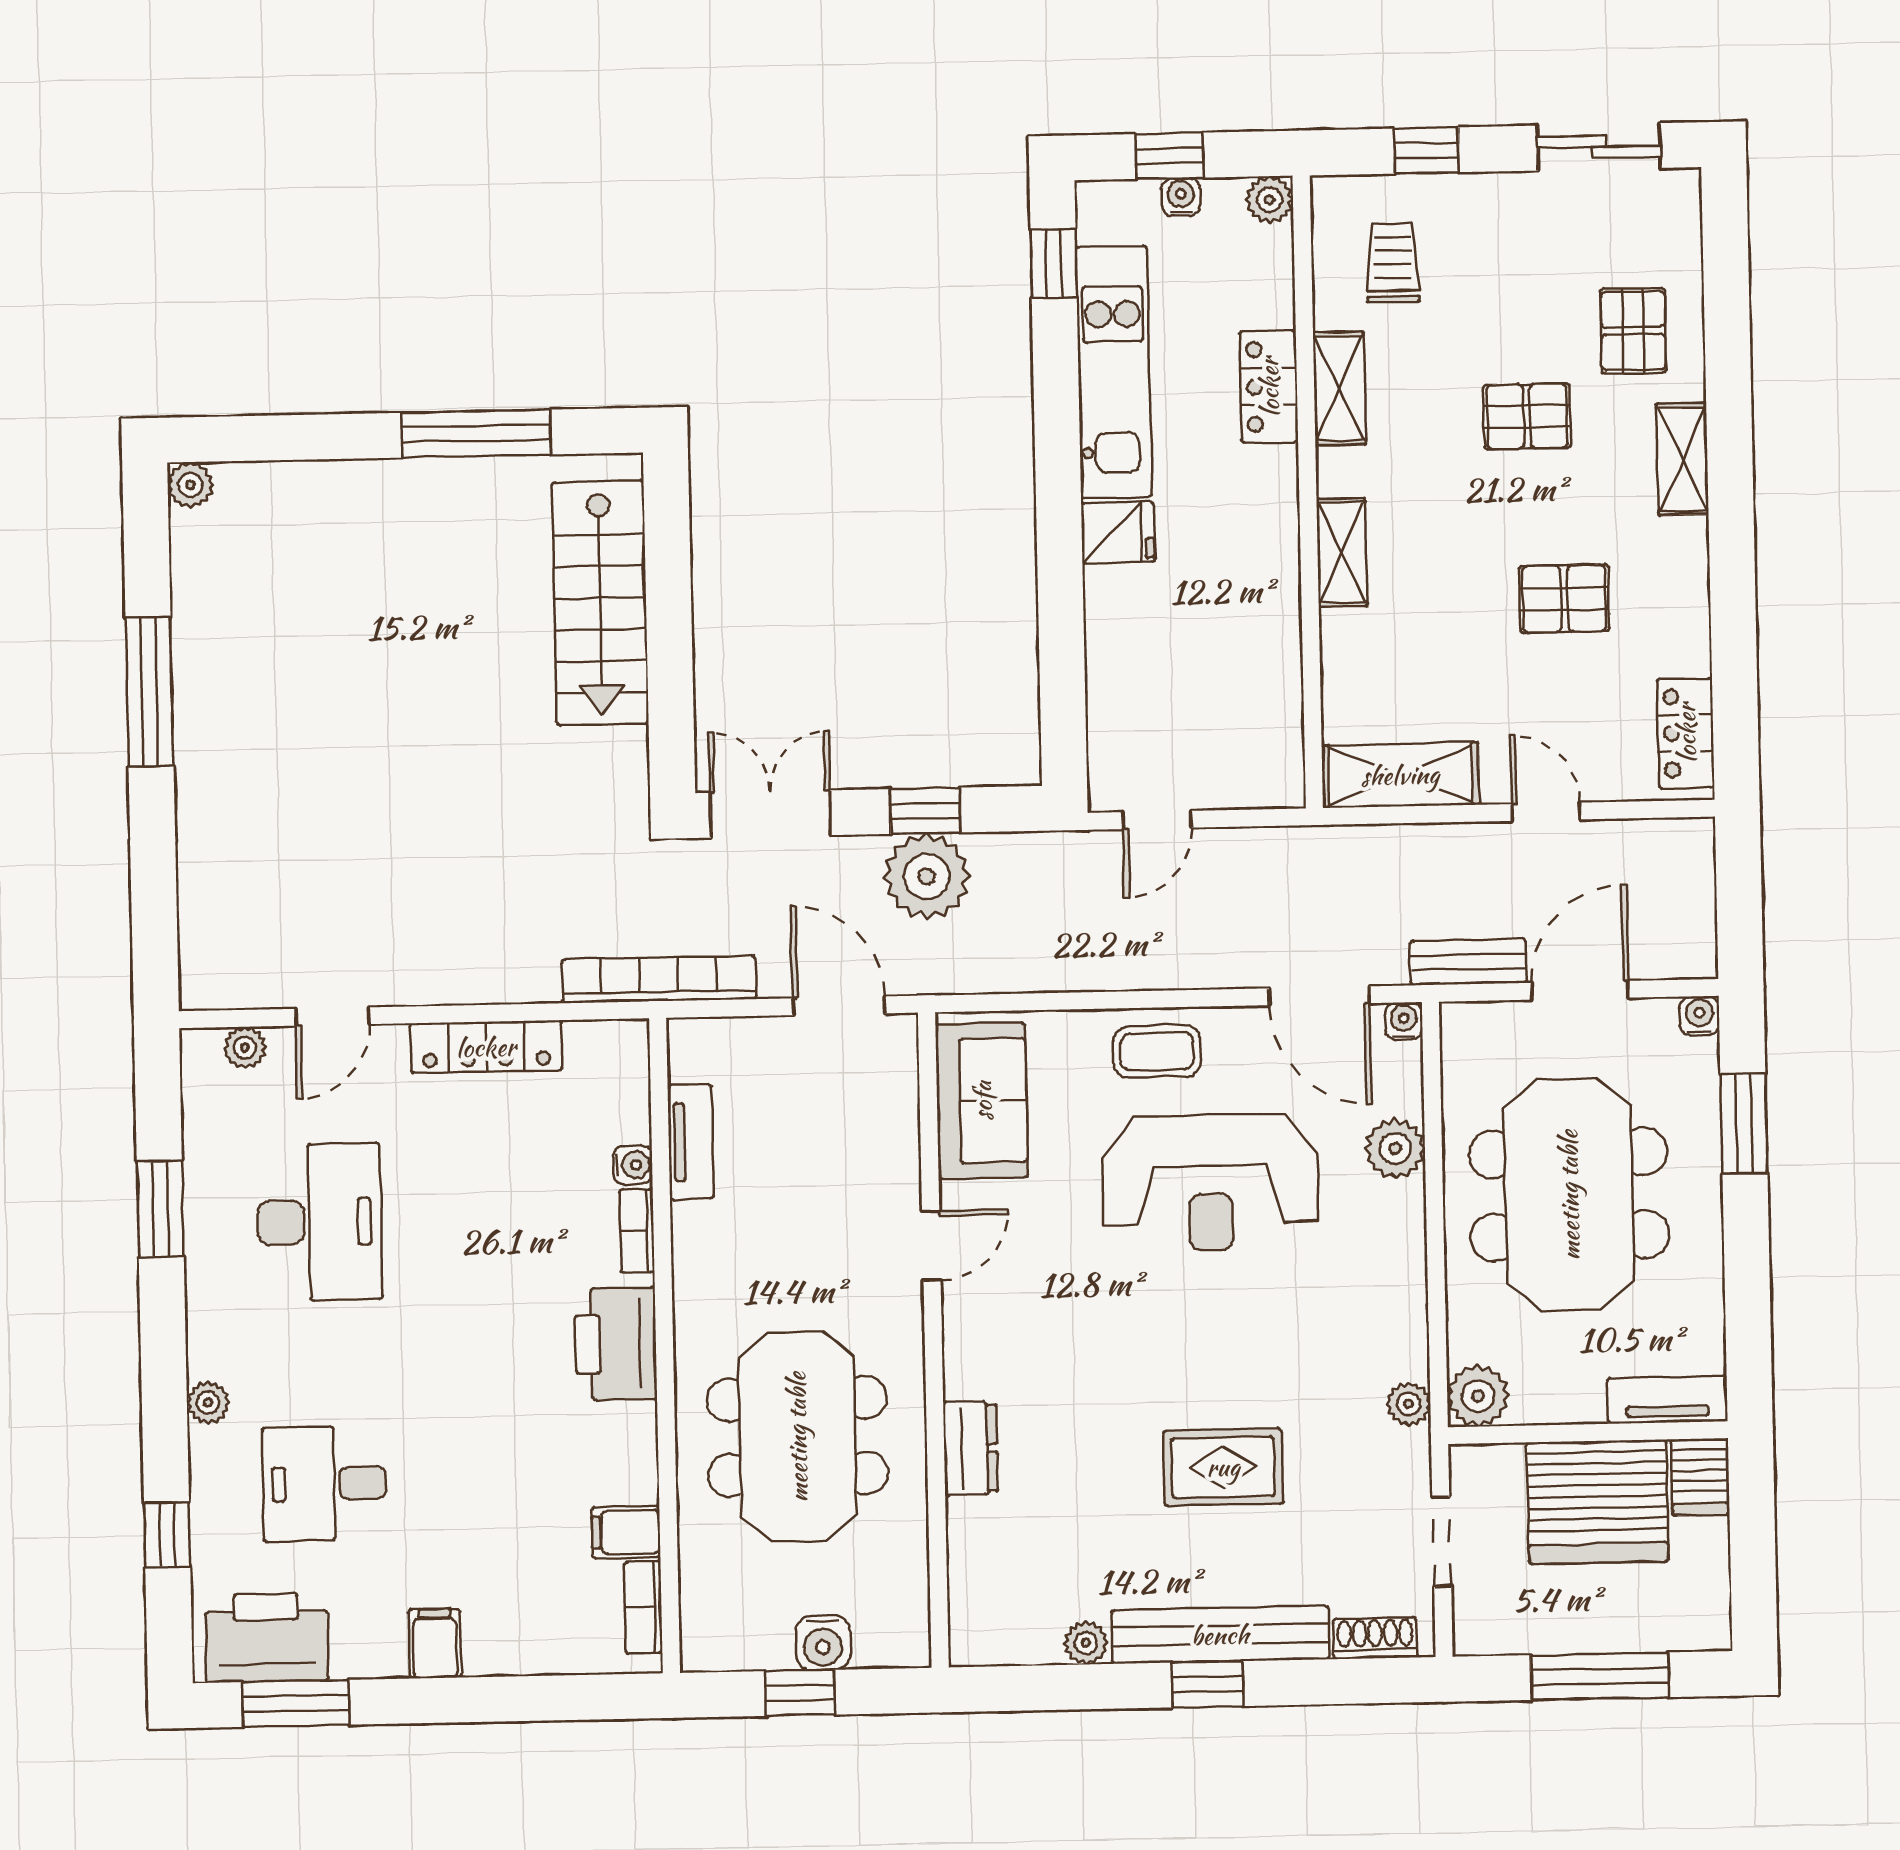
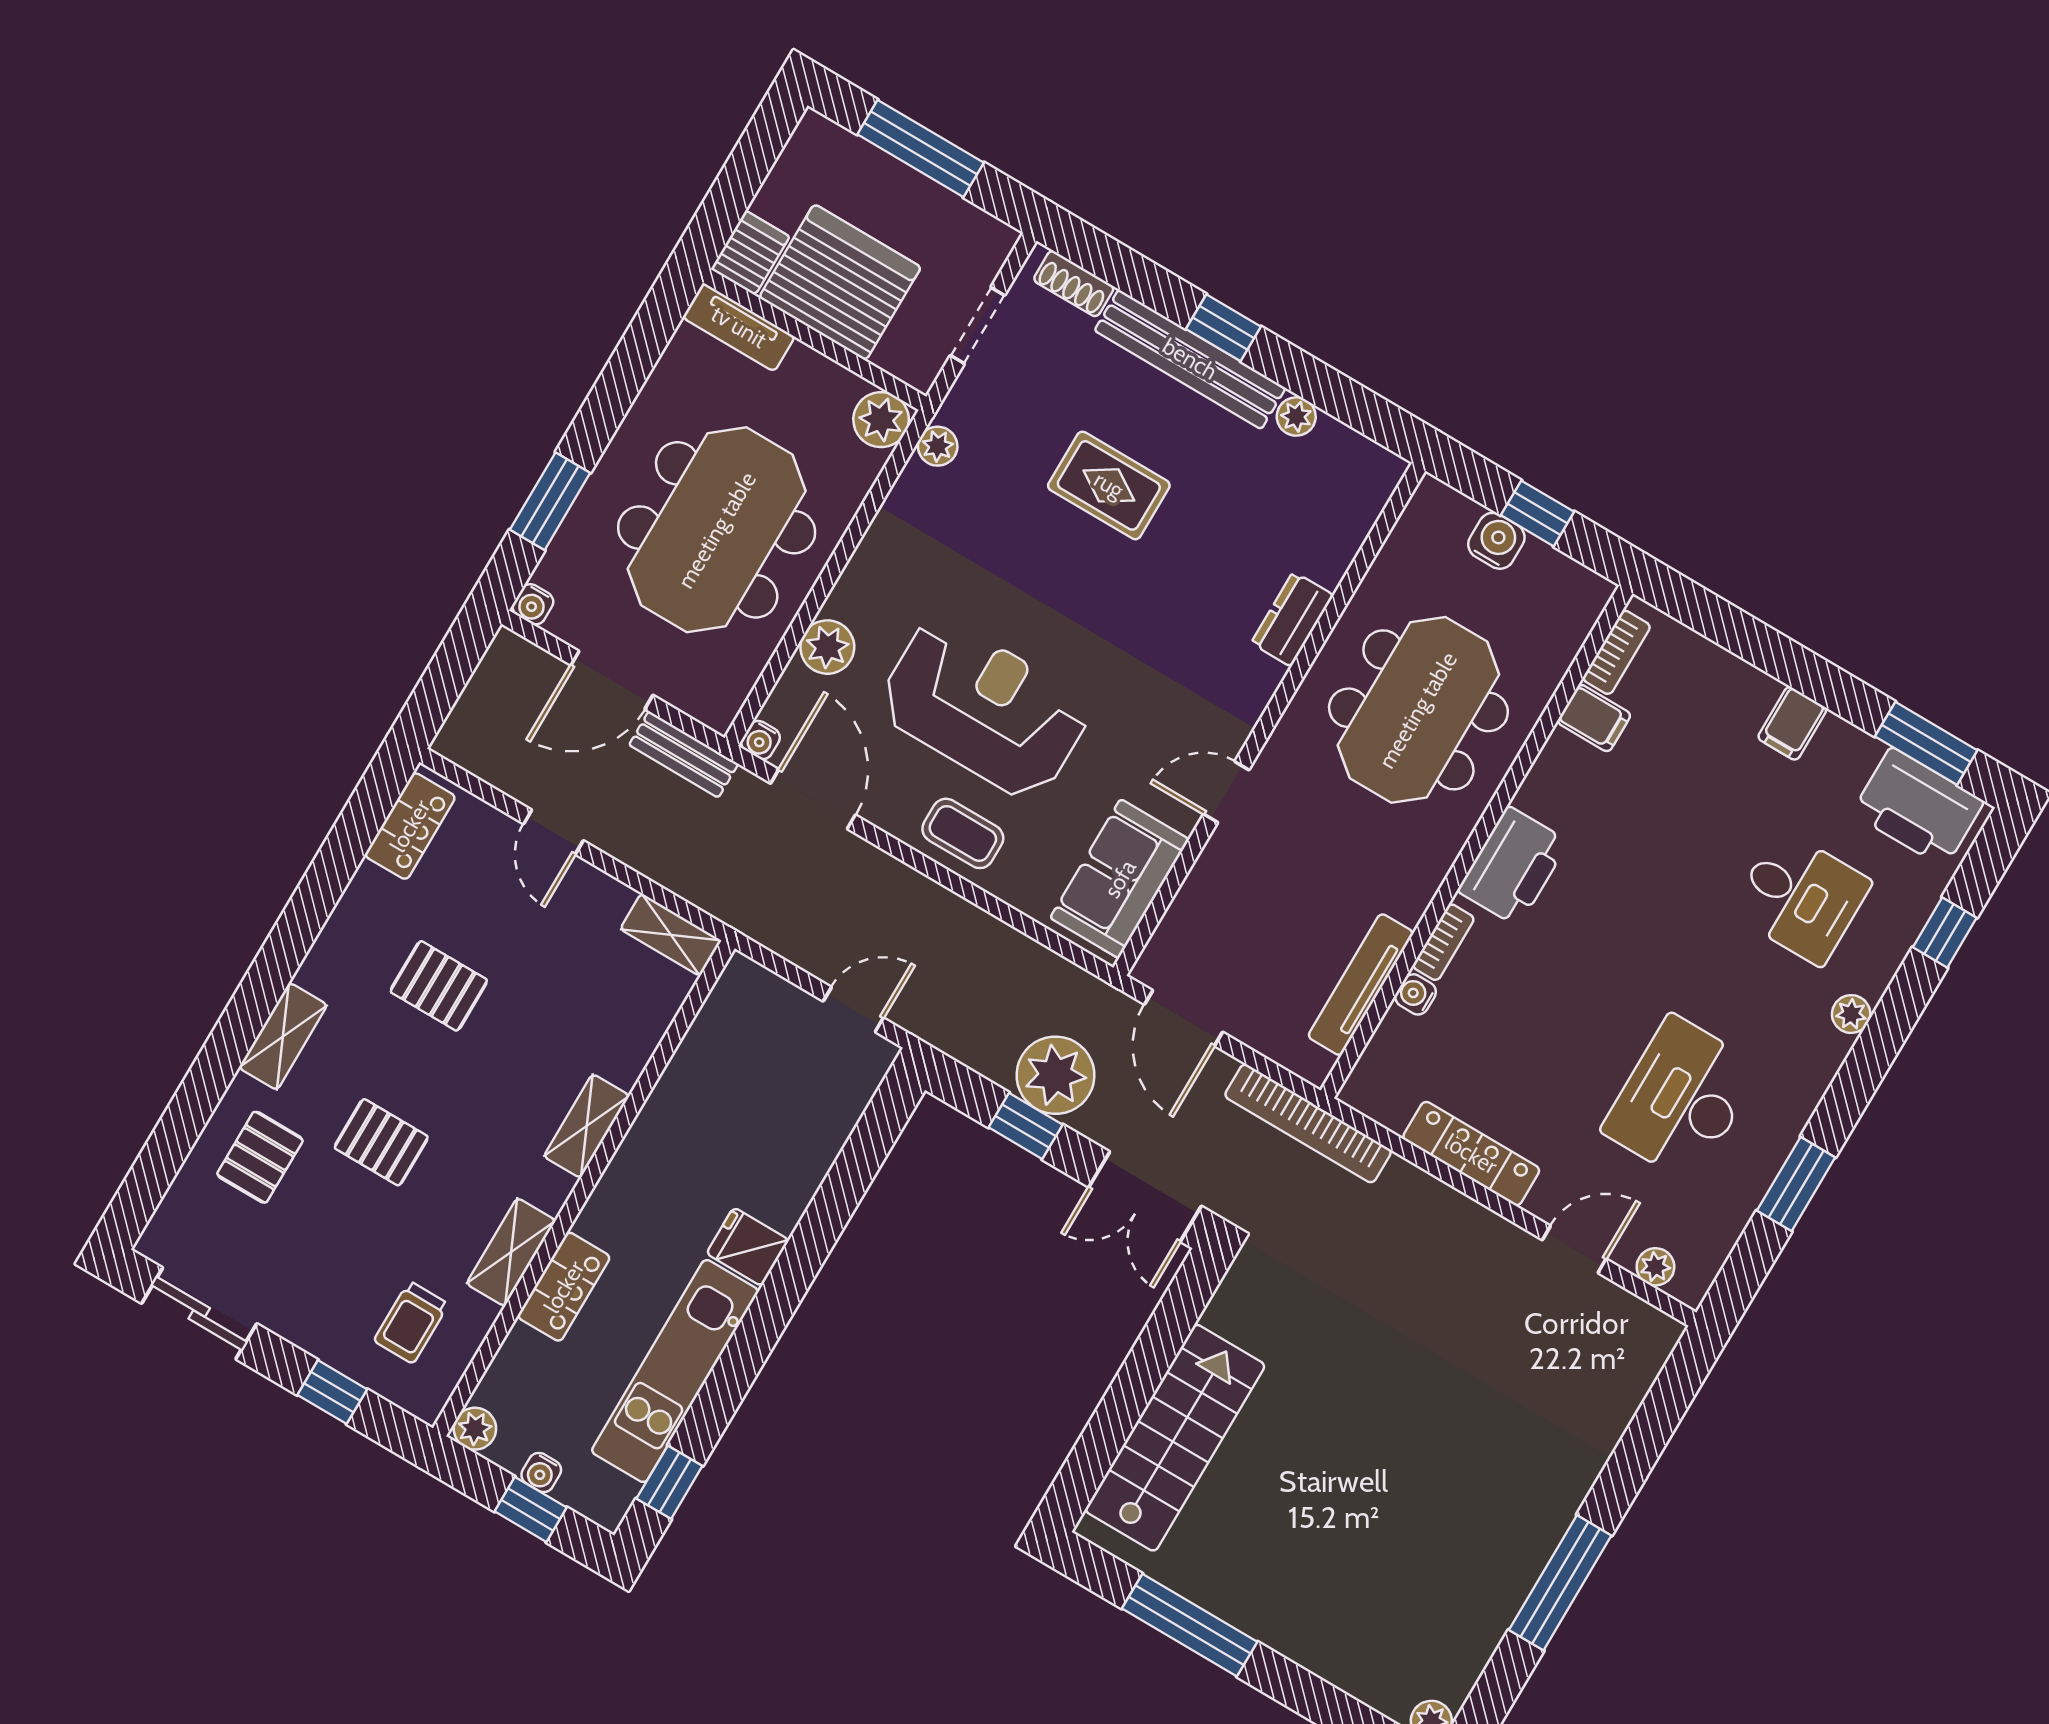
shelving: (1400, 775) -> (671, 935), width x0.67, depth x0.75
tv unit: (691, 1142) -> (1361, 985), width x1.41

